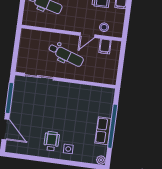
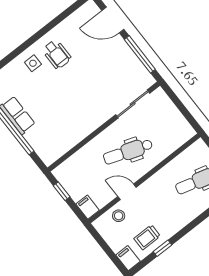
door: (87, 35) -> (127, 192), hinge flipped
filing cabinet: (105, 46) -> (88, 207), moved
window: (120, 69) -> (62, 191), added

